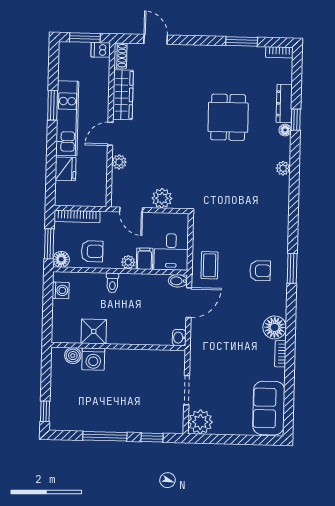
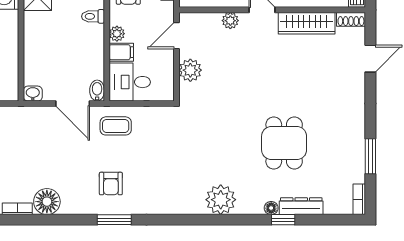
dining table: (228, 117) -> (284, 143), turned 90
plant: (283, 168) -> (221, 200), width x1.87, depth x1.87

